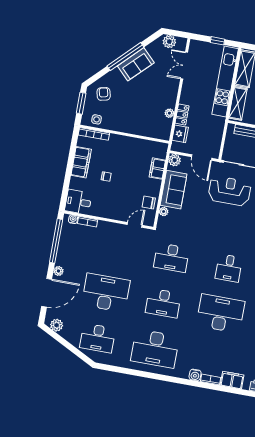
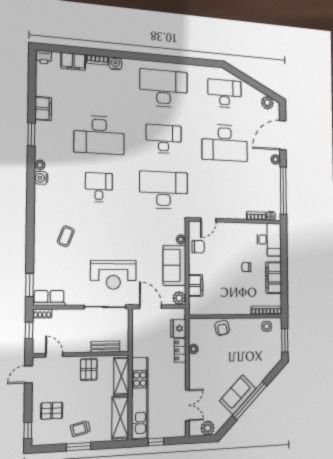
armchair: (104, 94) -> (222, 328), moved
desk: (78, 202) -> (269, 240), width x1.37
desk: (171, 258) -> (164, 190), width x1.36, depth x1.30

